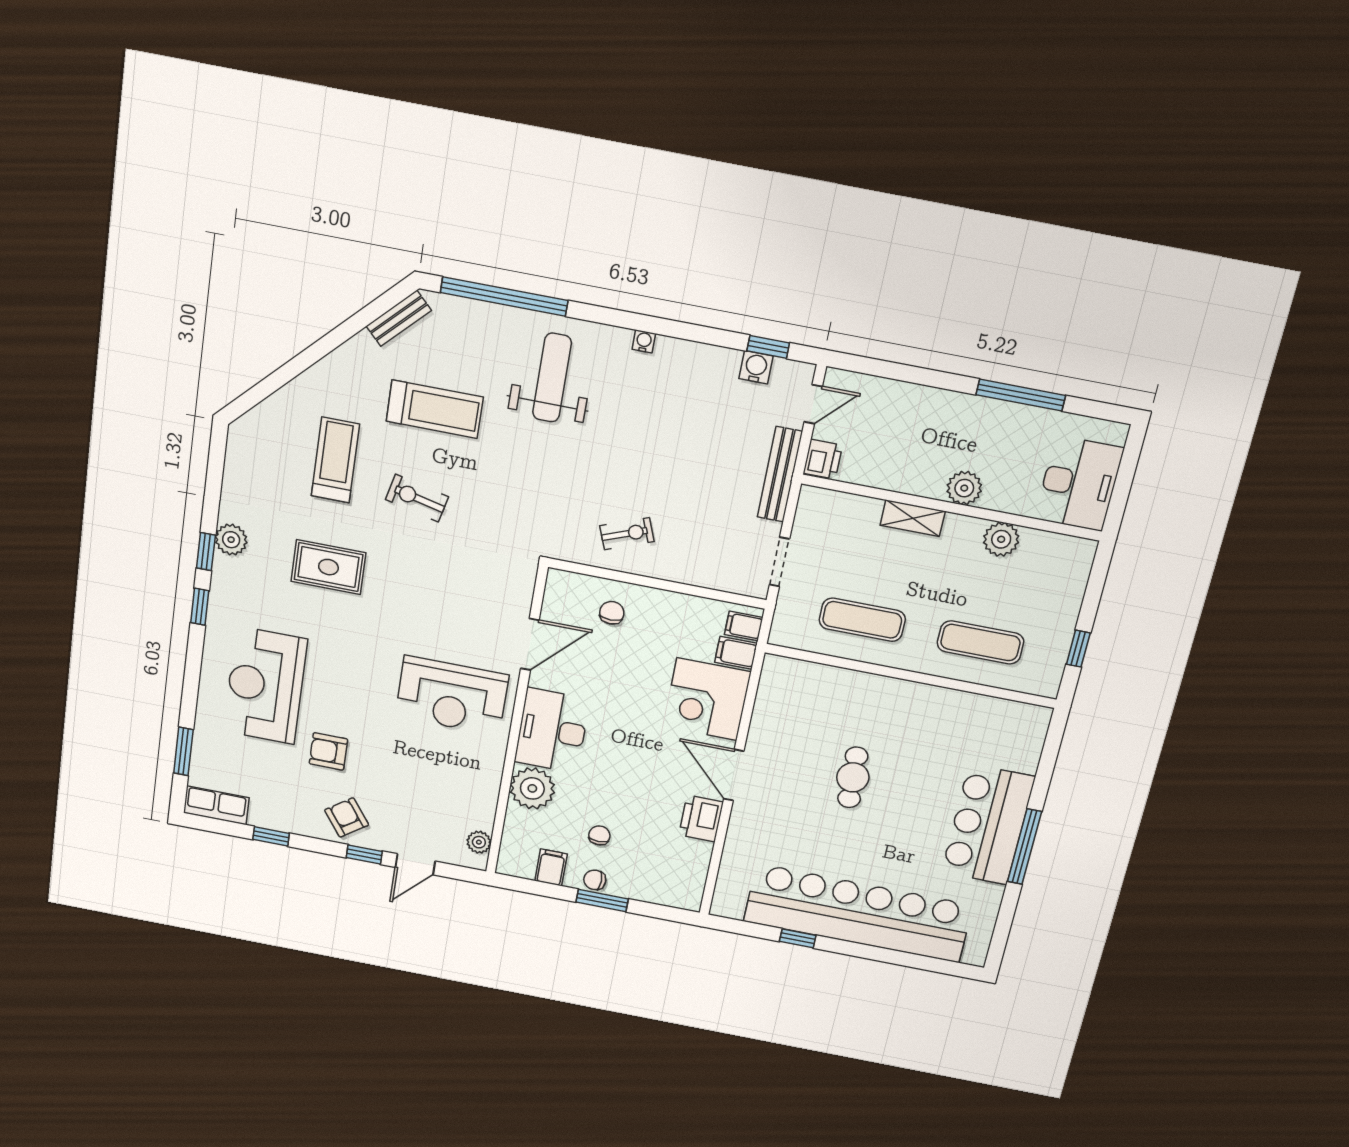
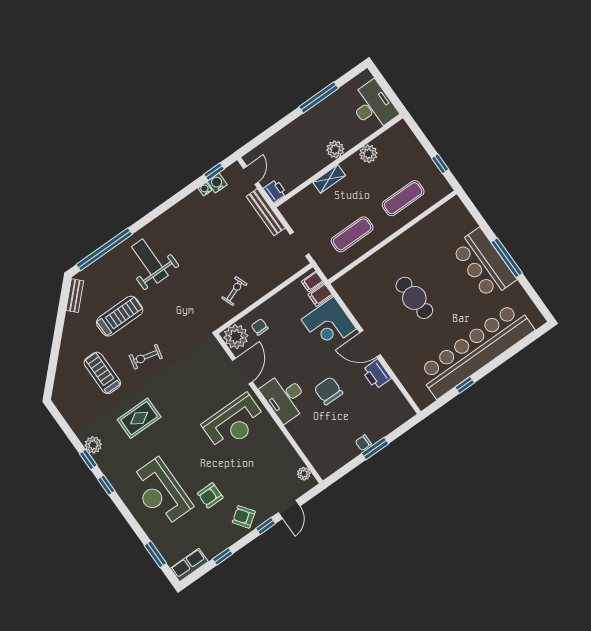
water cooler: (644, 341) -> (205, 189), moved
cafe table: (853, 777) -> (414, 298), width x1.37, depth x1.35
plant: (532, 788) -> (236, 337), moved
chair: (599, 835) -> (328, 391), moved, width x1.87, depth x1.87
filing cabinet: (551, 867) -> (342, 455), removed

